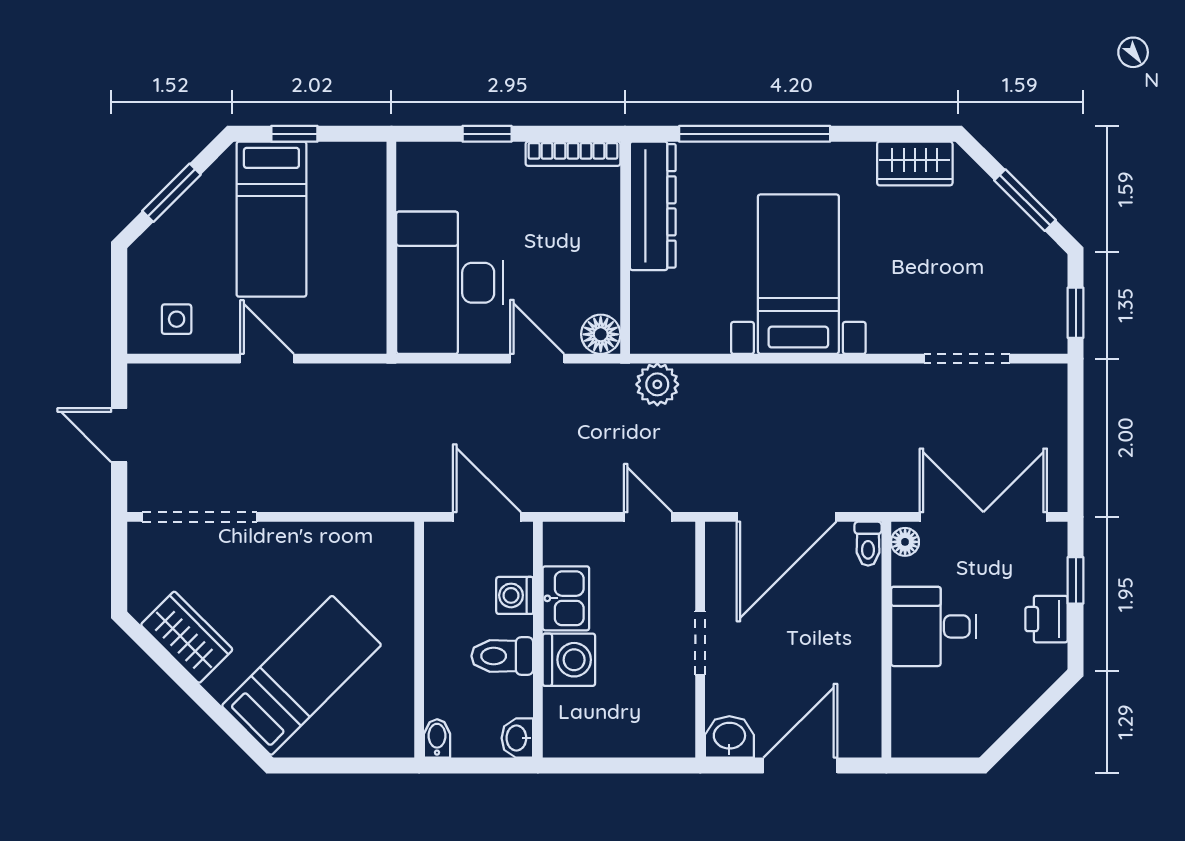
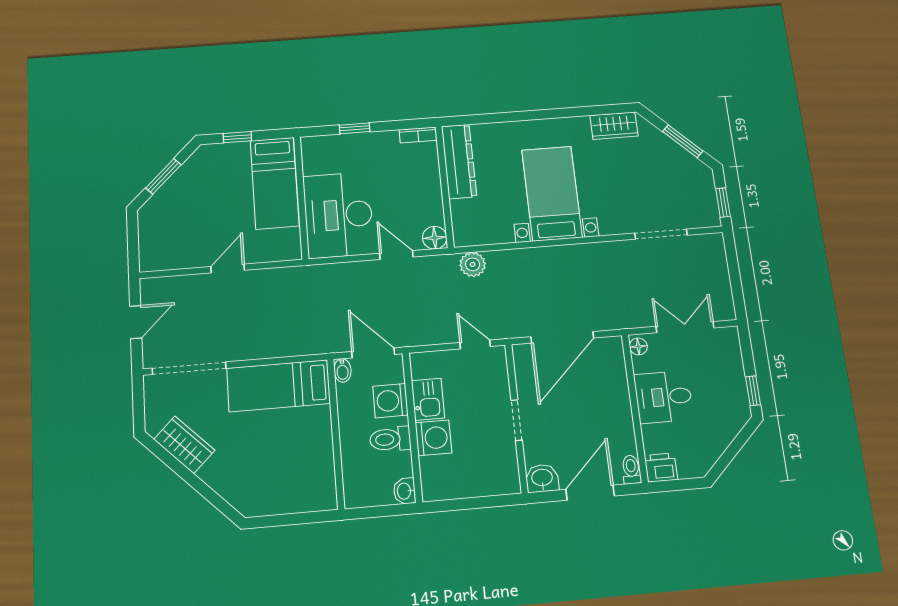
window: (755, 134) -> (516, 116), removed
bookcase: (573, 154) -> (418, 135), width x0.64
bed: (271, 219) -> (275, 183), moved
side table: (177, 319) -> (170, 250), removed
door: (267, 359) -> (228, 268), hinge flipped
door: (119, 435) -> (136, 322), swing flipped
double door: (983, 517) -> (685, 327), width x0.73
toilet: (868, 544) -> (631, 470), moved, turned 180
window: (1076, 580) -> (753, 391), moved
washing machine: (515, 595) -> (390, 401), width x1.38, depth x1.38
printer: (1046, 619) -> (661, 468), moved, turned 90
bed: (301, 675) -> (279, 386), moved, turned -135
bidet: (437, 738) -> (342, 370), moved, turned 180

